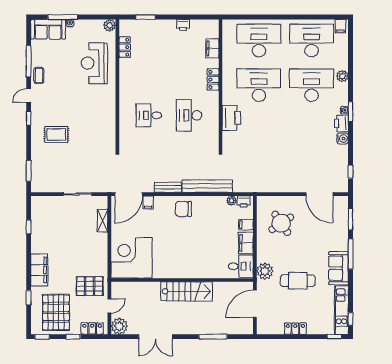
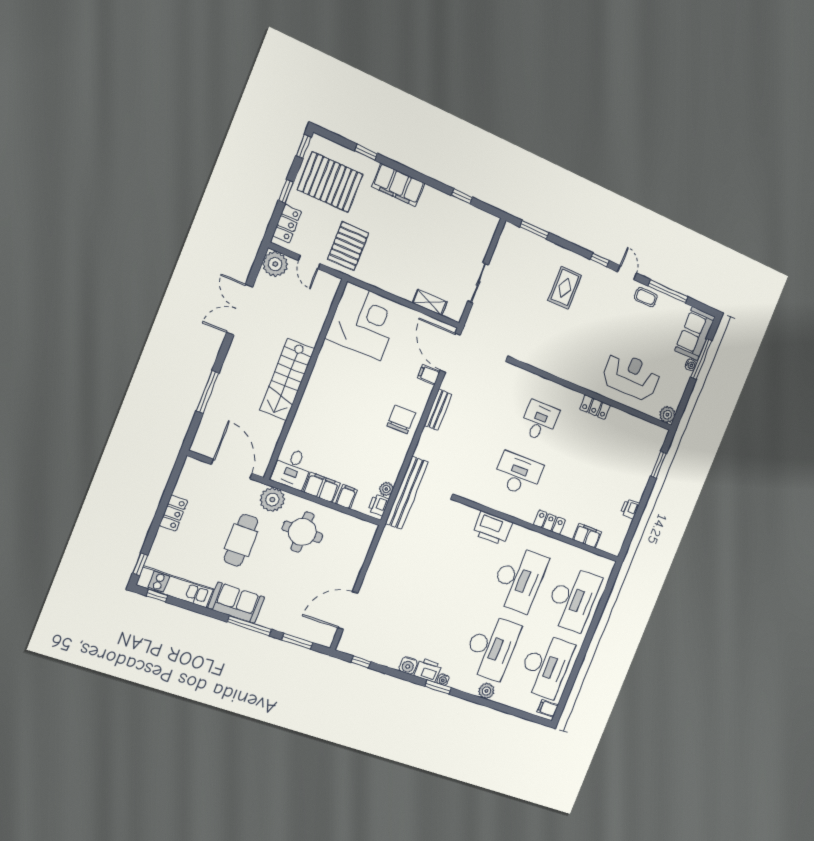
locker: (125, 47) -> (595, 407), moved
bench: (207, 186) -> (407, 493), moved
round table: (281, 223) -> (302, 532), moved, turned 34

